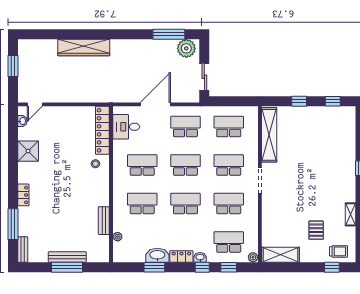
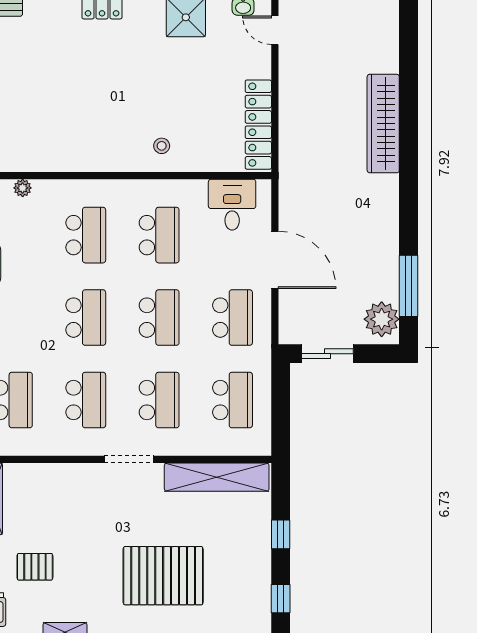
locker: (102, 130) -> (258, 125), moved, turned -90
pallet: (321, 163) -> (163, 576), added
bench: (104, 221) -> (53, 162), removed

